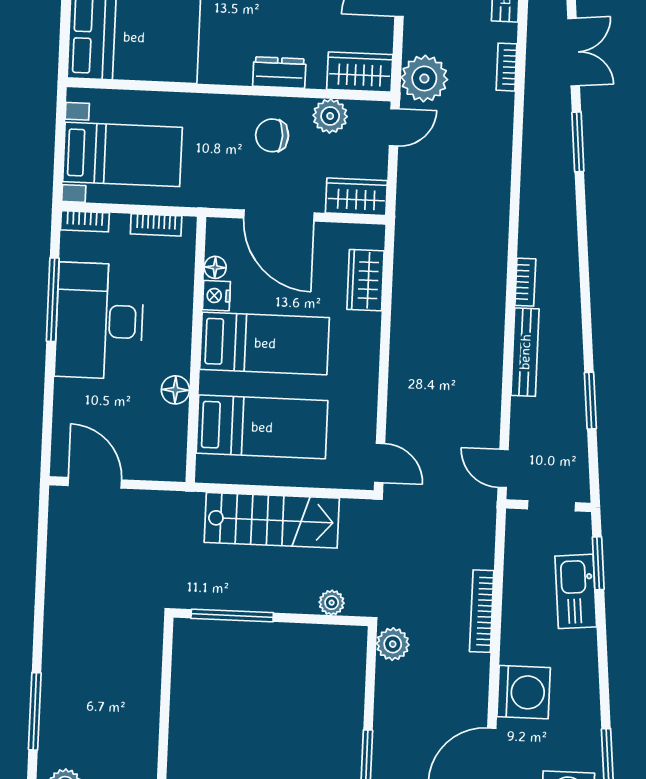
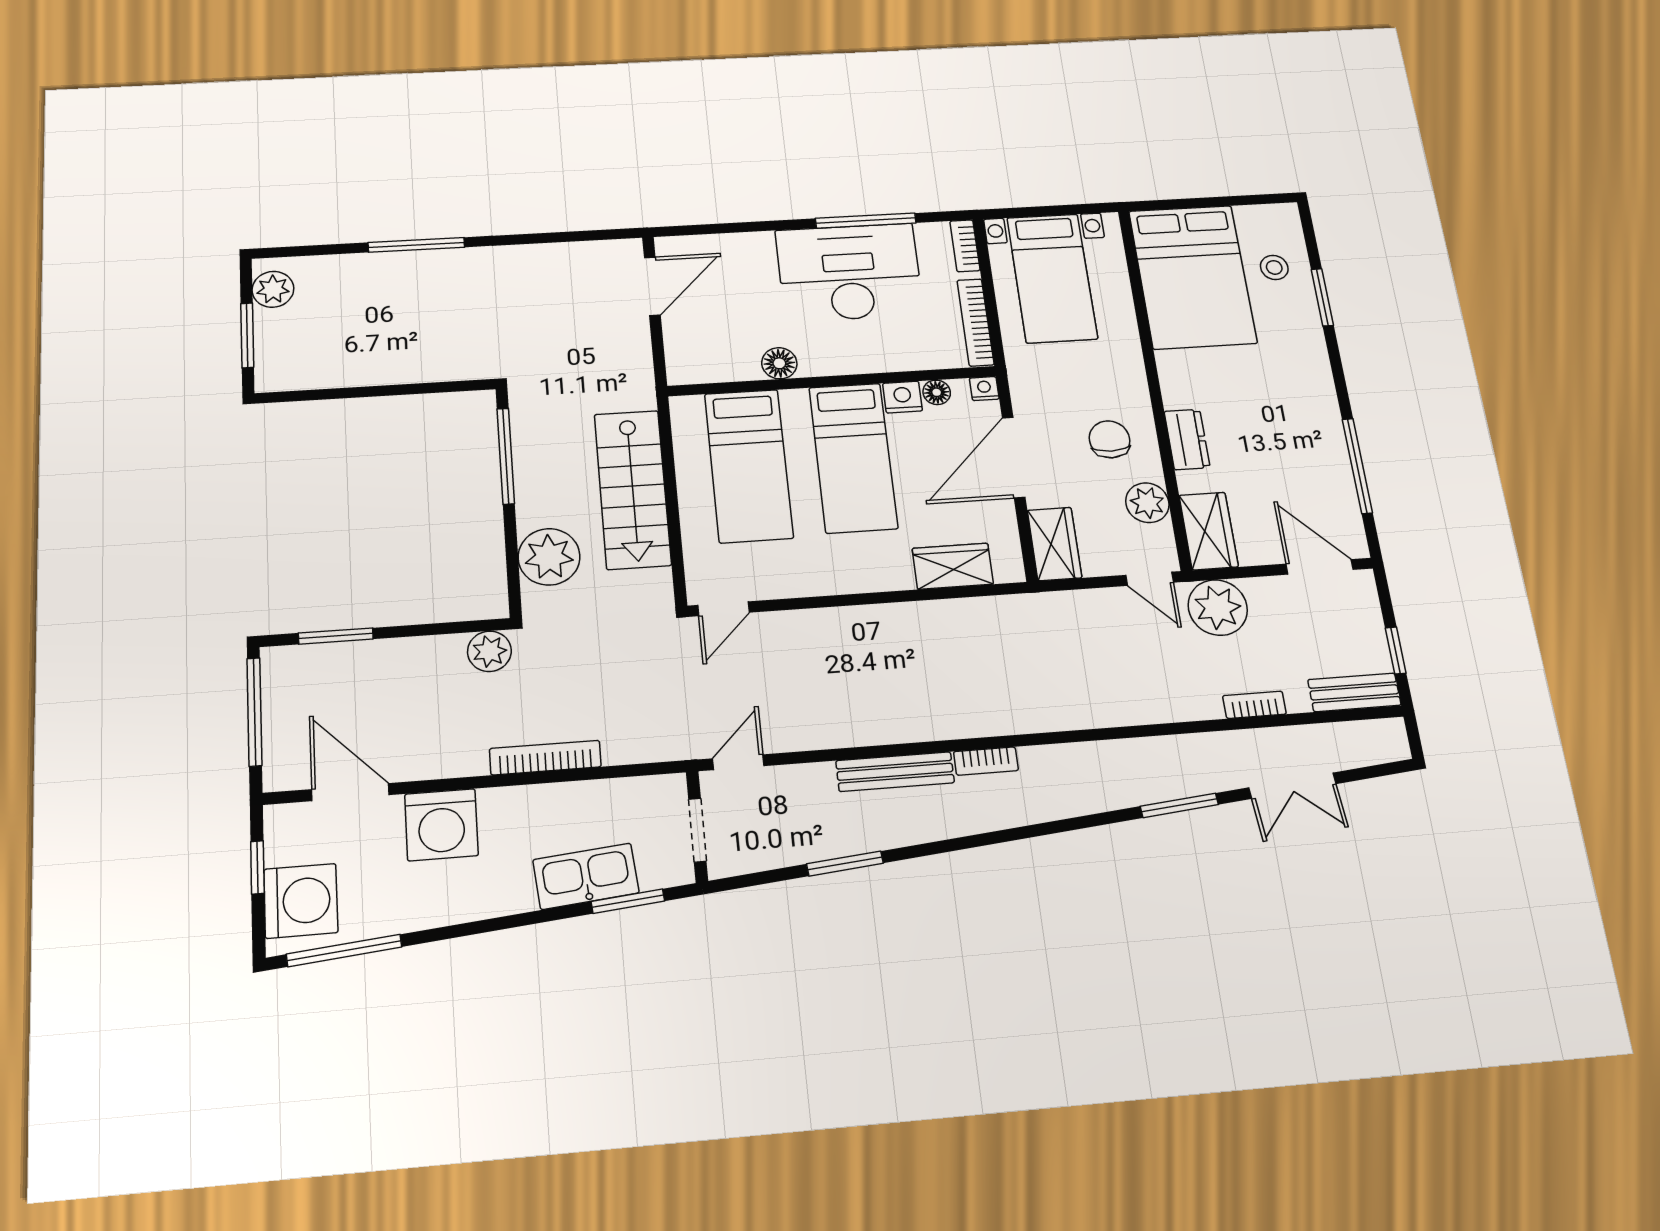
bookcase: (156, 225) -> (976, 322), width x1.56
nightstand: (216, 228) -> (984, 389), added
plant: (332, 603) -> (549, 557), width x1.88, depth x1.88
window: (35, 711) -> (416, 245), moved

